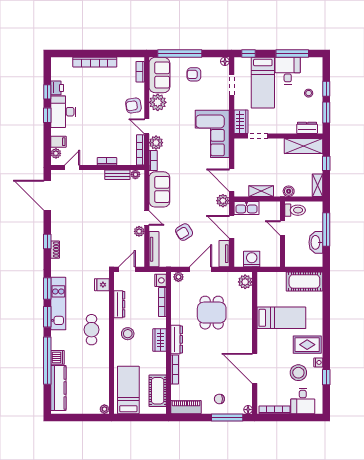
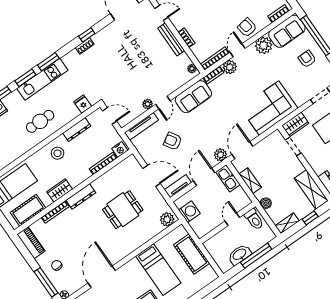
bench: (117, 175) -> (171, 39), moved, width x1.36
plant: (178, 277) -> (133, 162), removed
cot: (304, 281) -> (192, 254), moved
wardrobe: (160, 340) -> (60, 190), moved

